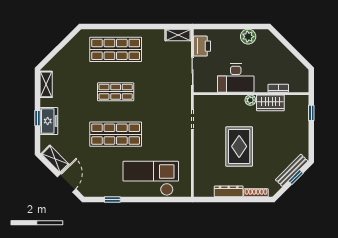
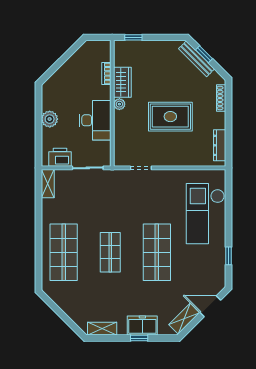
plant: (248, 37) -> (50, 119), moved
dresser: (229, 191) -> (220, 145), moved

